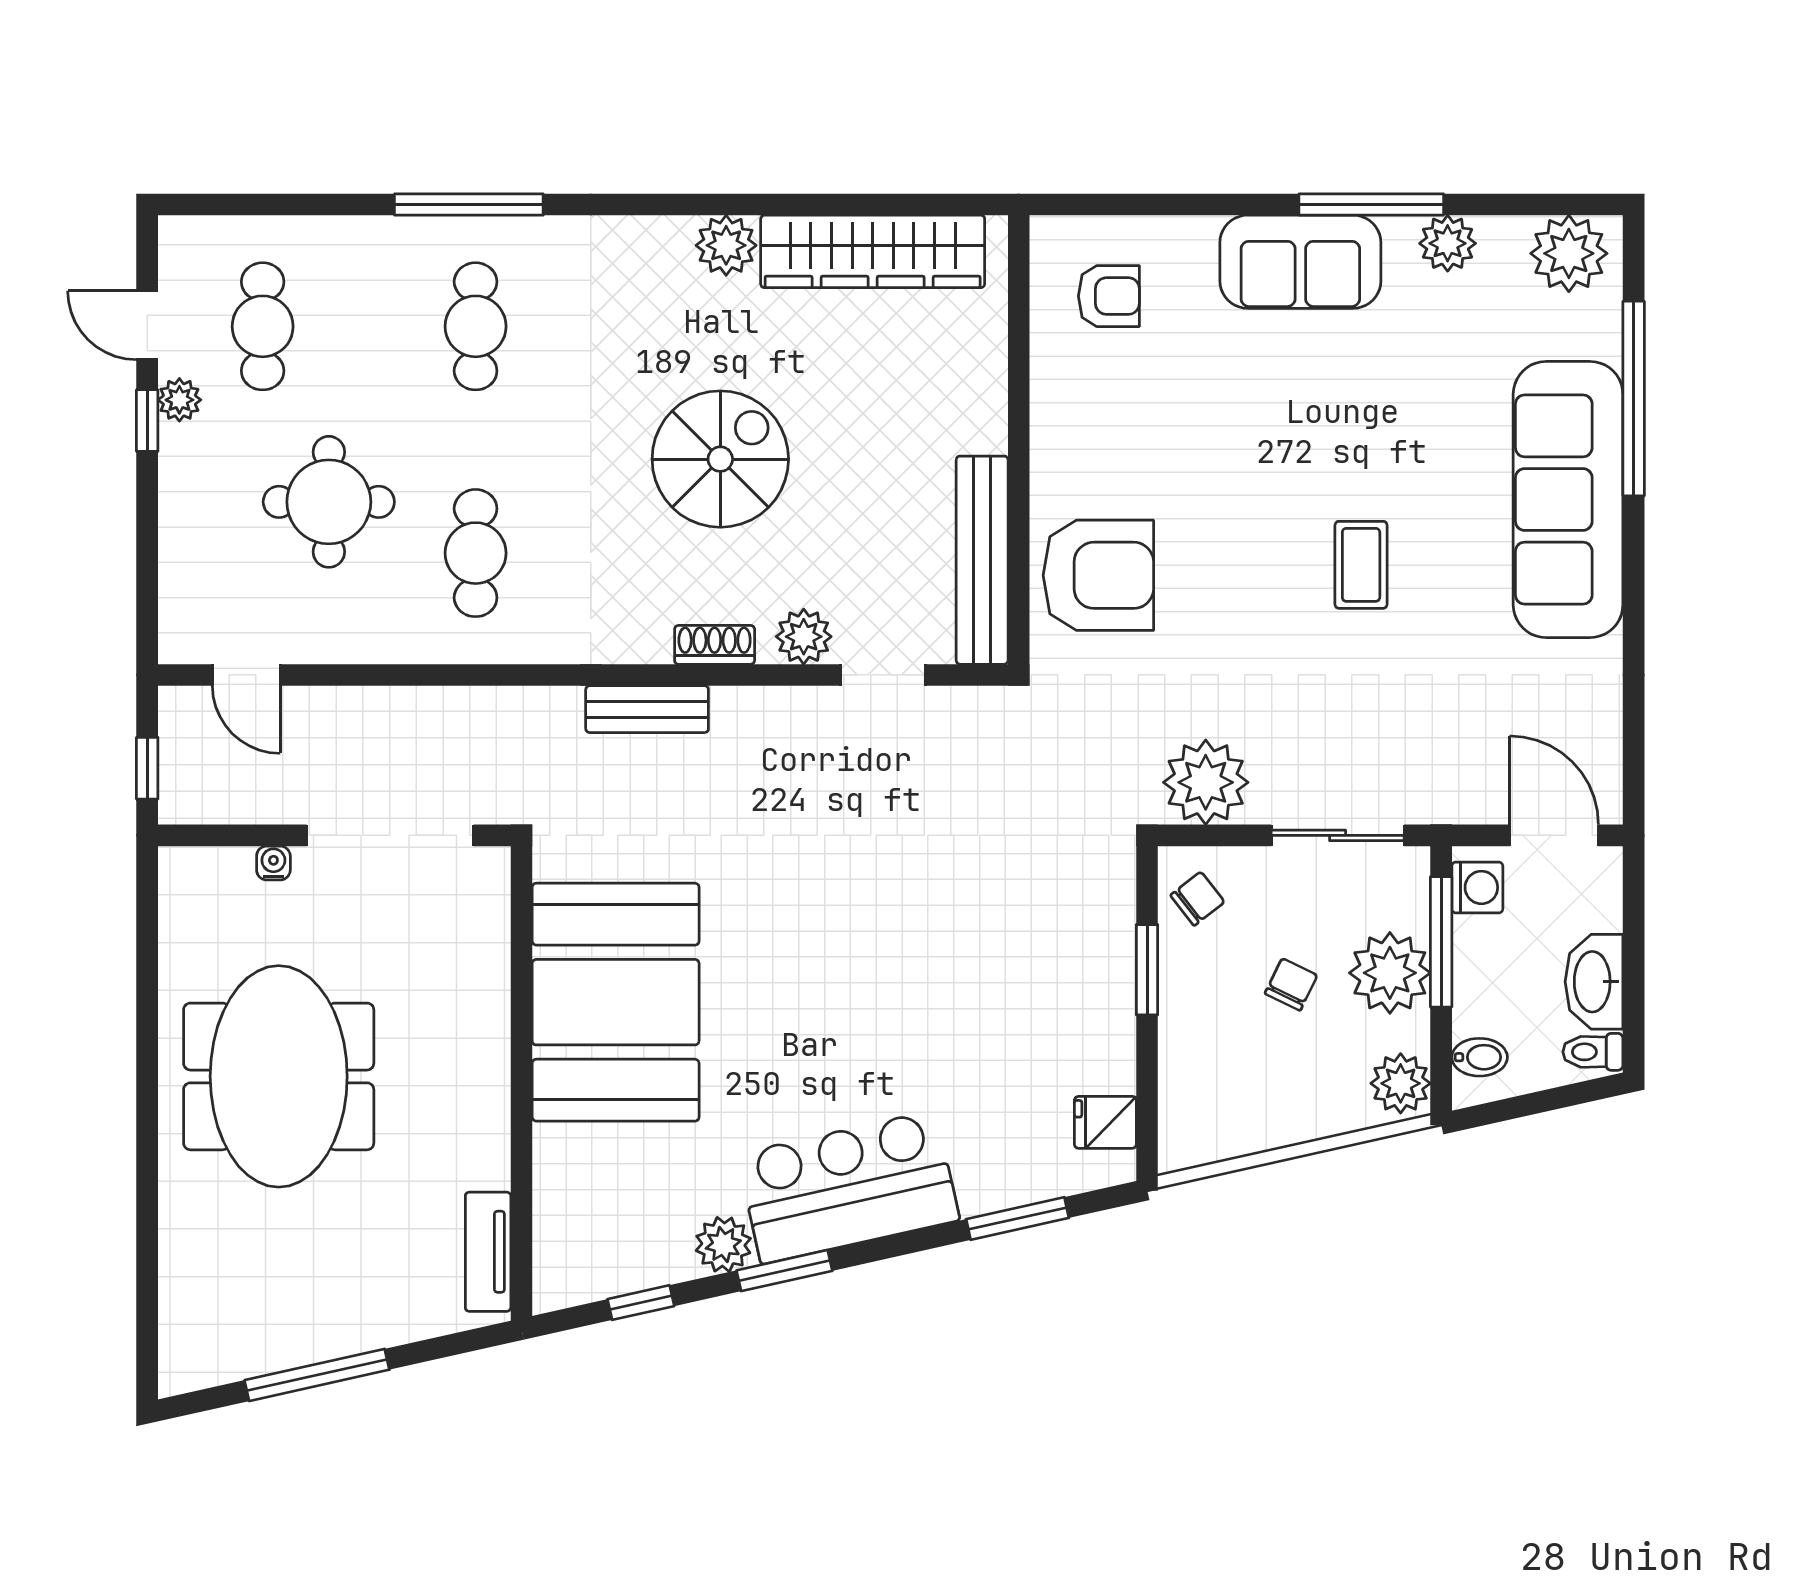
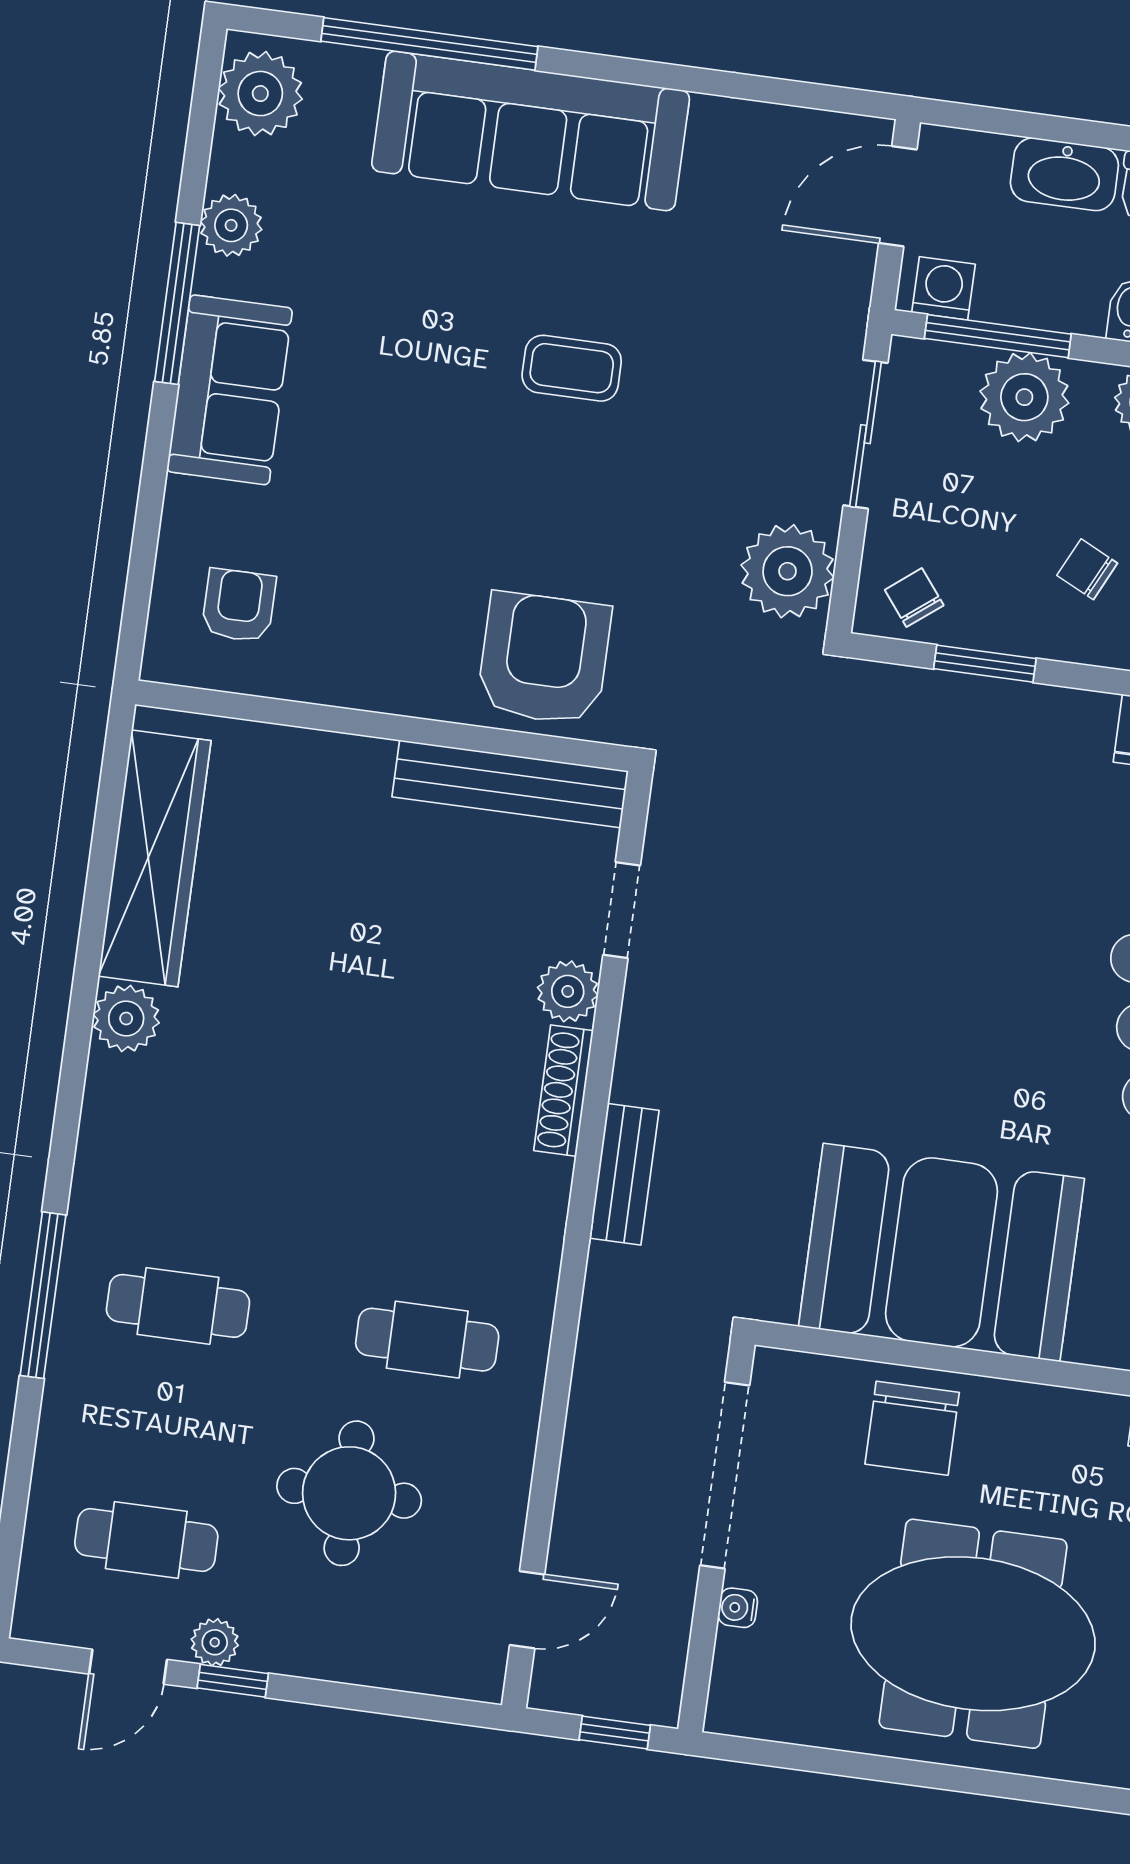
spiral stairs: (720, 459) -> (360, 1057), removed
shoe rack: (715, 645) -> (564, 1091), width x1.43
chair: (1291, 984) -> (1087, 569), moved
chair: (455, 997) -> (912, 1428), added

